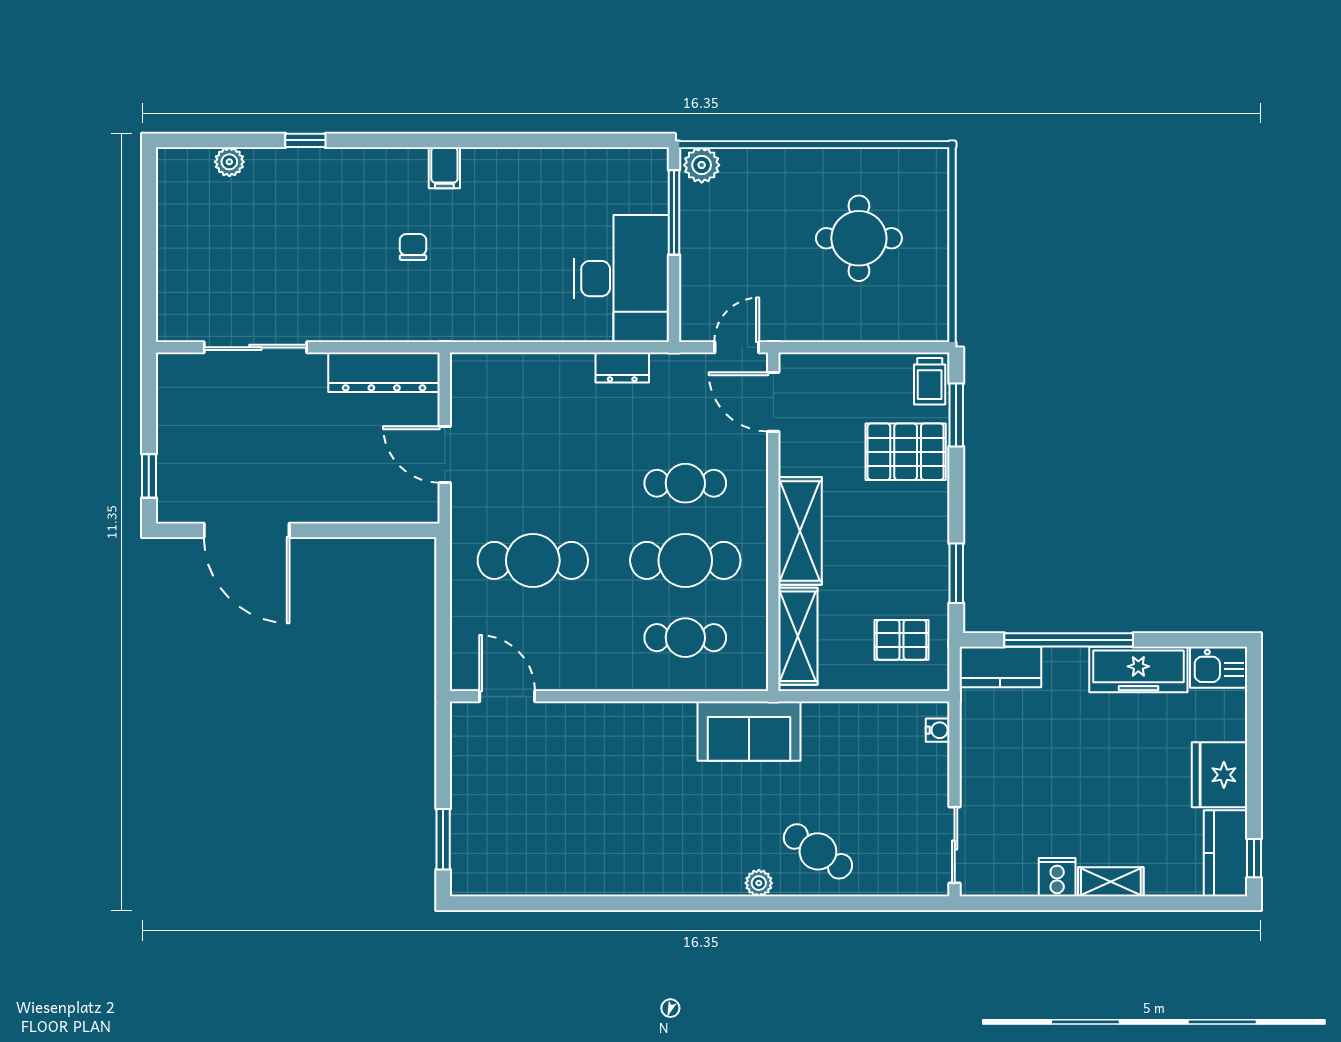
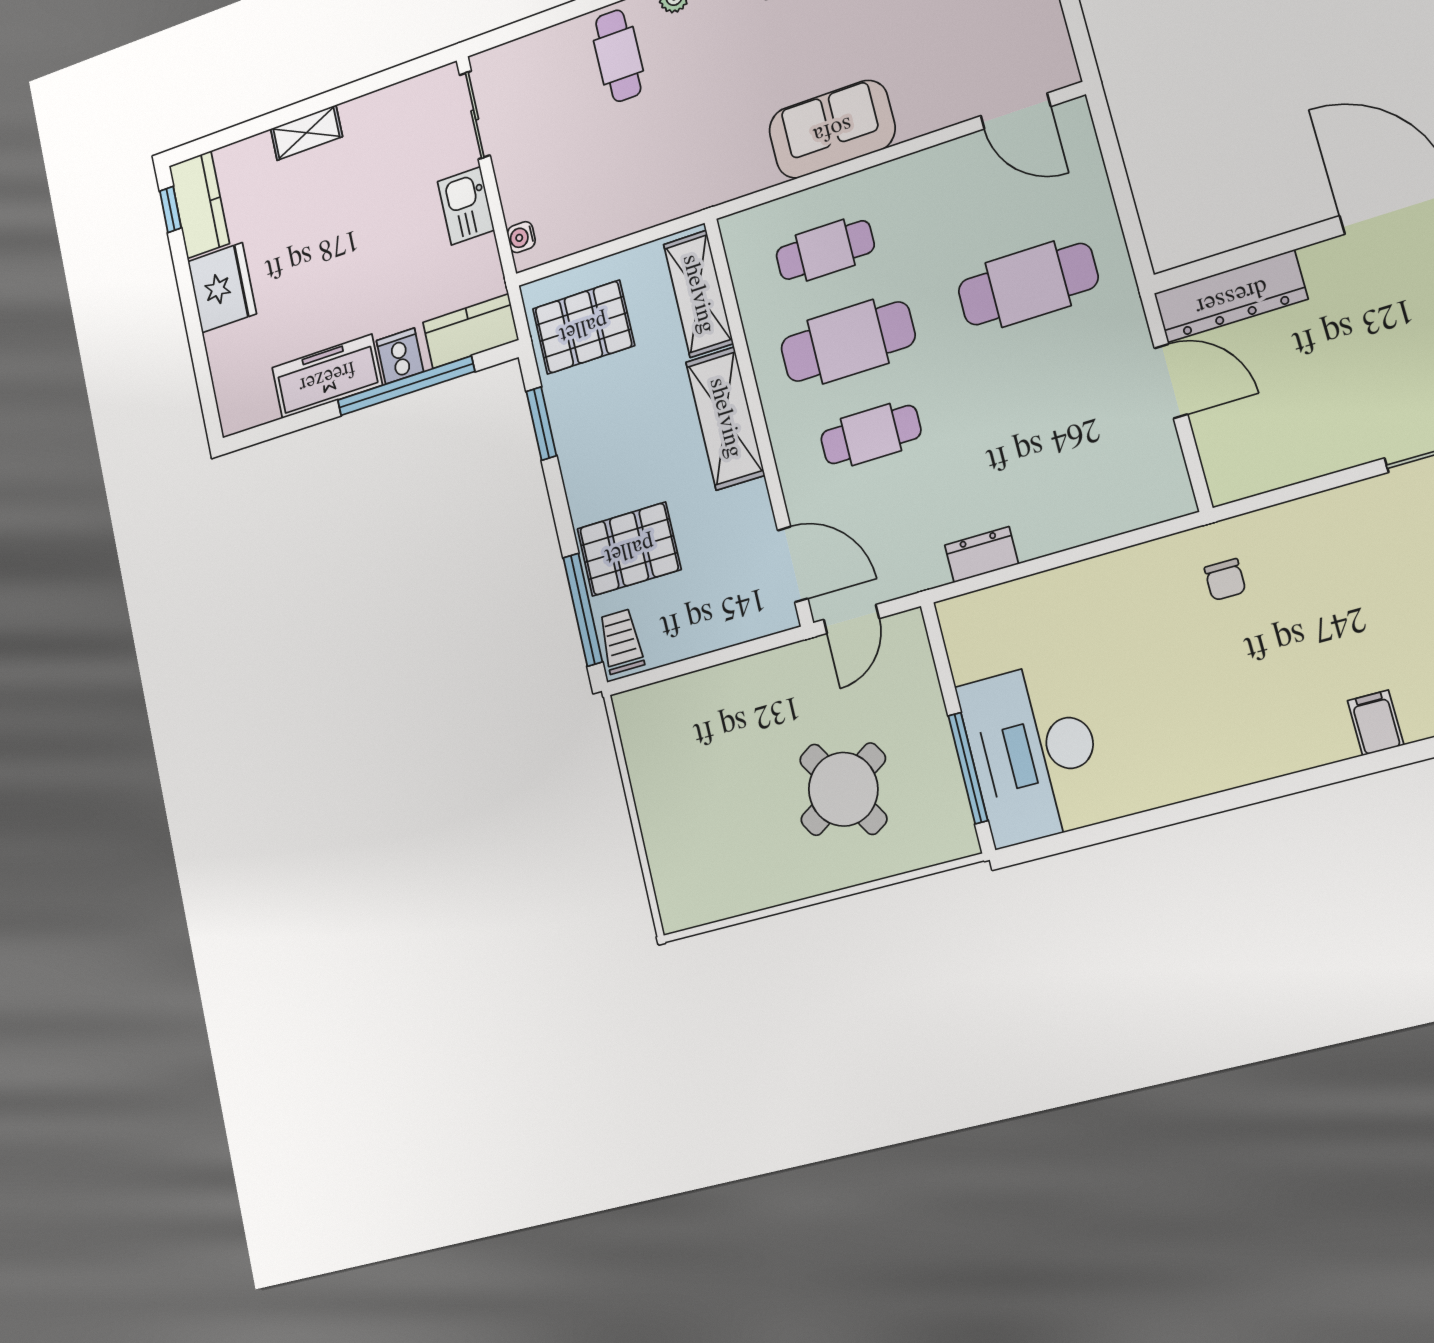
plant: (702, 165) -> (950, 838), removed
filing cabinet: (444, 168) -> (1376, 723), moved
round table: (859, 238) -> (843, 789), moved, turned -32
chair: (413, 247) -> (1225, 580), moved
desk: (621, 279) -> (1033, 753), moved
dresser: (384, 372) -> (1231, 296), moved, turned 180
window: (956, 415) -> (583, 610), width x1.44
pallet: (901, 640) -> (583, 327), width x1.50, depth x1.42
kitchen sink: (1219, 667) -> (466, 206), moved, turned -90
sofa: (749, 731) -> (832, 129), moved
cafe table: (818, 851) -> (618, 56), turned 56
cooker: (1057, 877) -> (400, 356), moved, turned 180

